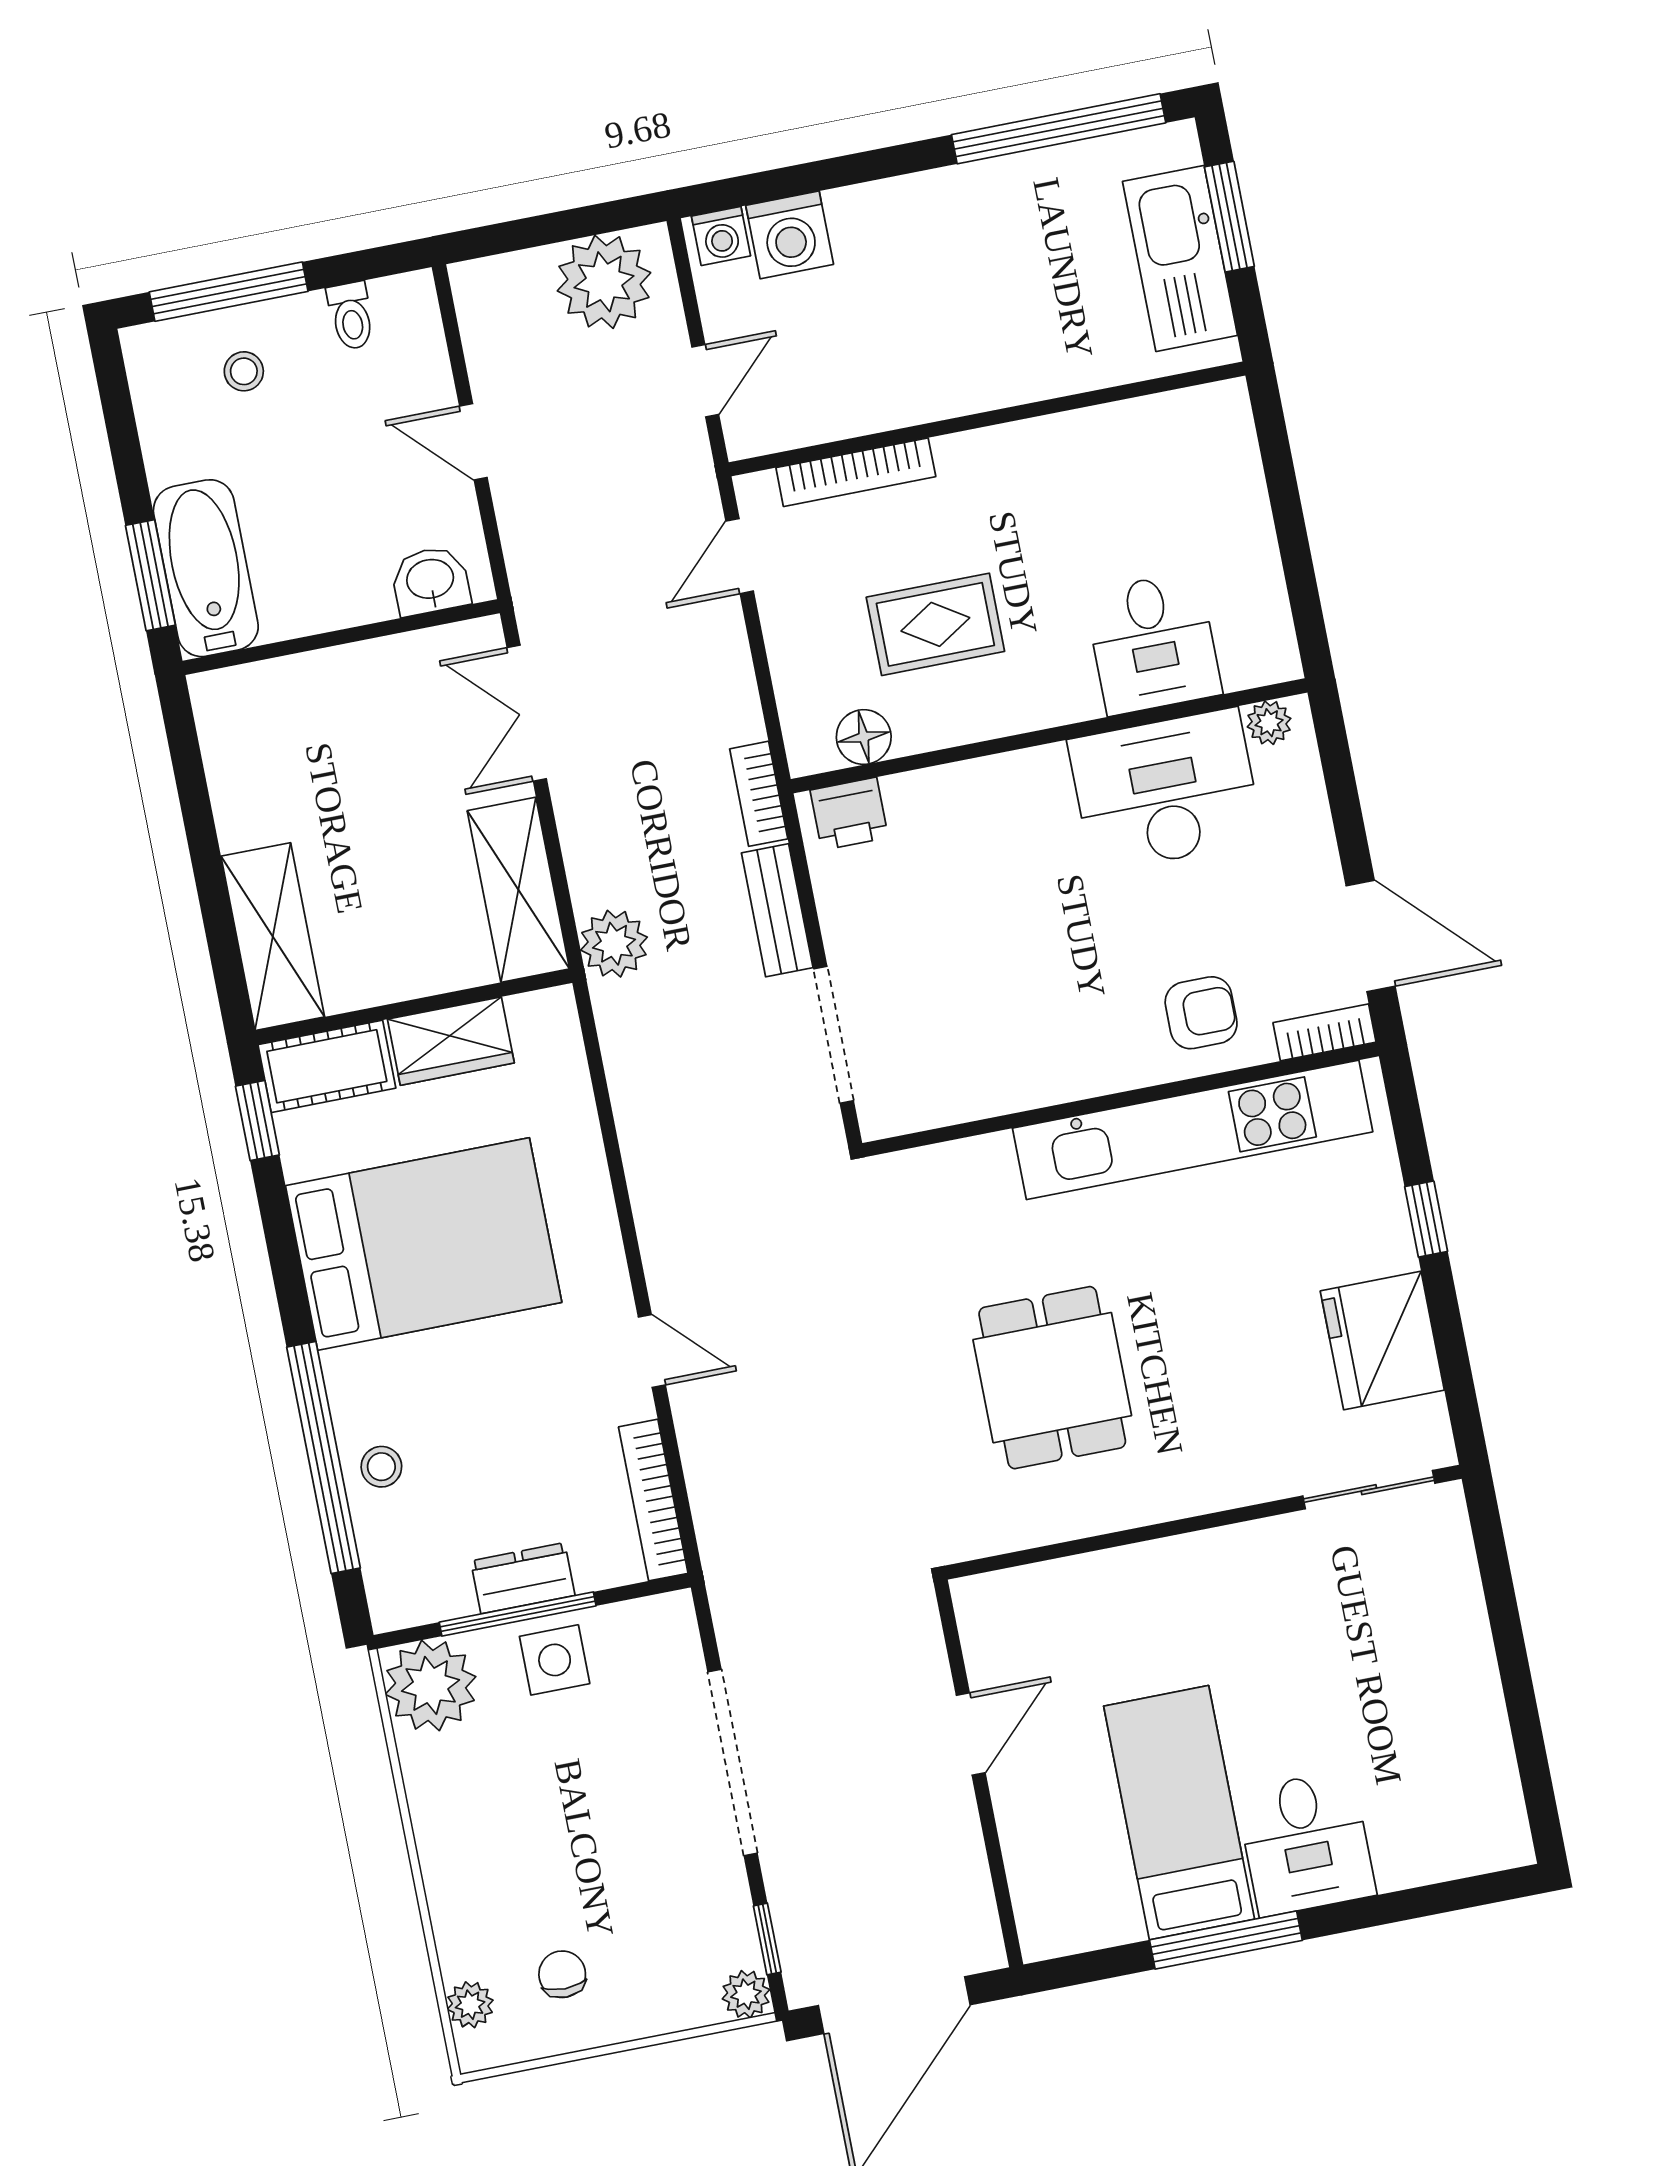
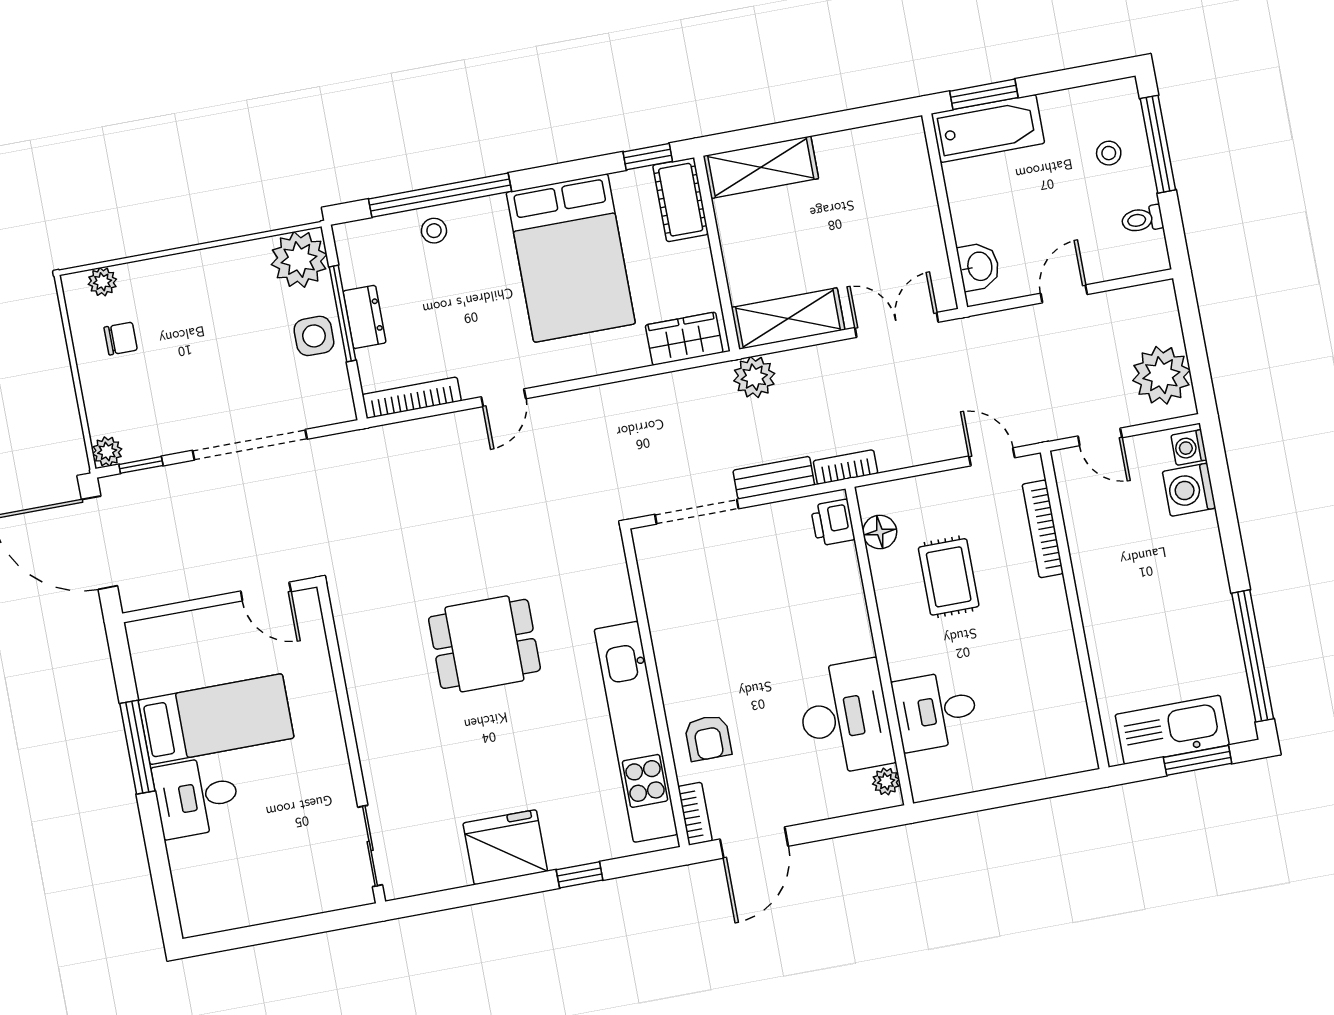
wardrobe: (451, 1041) -> (684, 339), moved, turned 90
sliding door: (1369, 1490) -> (370, 846), moved
wall: (1203, 1522) -> (351, 744), moved

